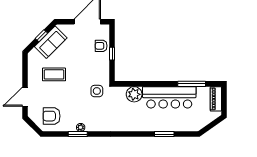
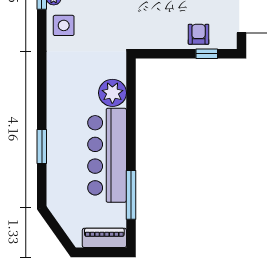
window: (112, 54) -> (207, 54), moved
side table: (97, 91) -> (64, 25), moved

